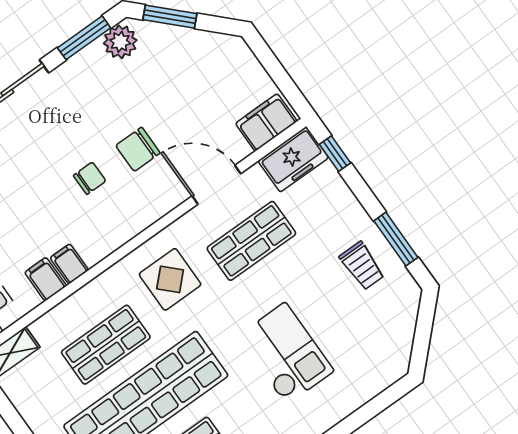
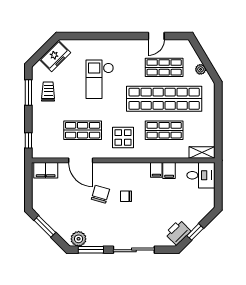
window: (170, 17) -> (45, 226), moved
chair: (138, 149) -> (100, 194), turned -74
freezer: (293, 159) -> (55, 56), moved, turned 135

